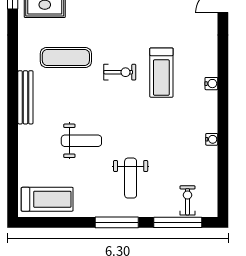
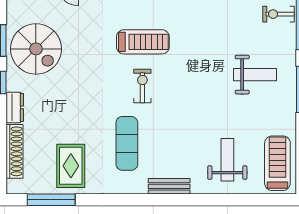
bench: (25, 97) -> (169, 186), width x0.73
weight bench: (81, 141) -> (227, 160), moved

